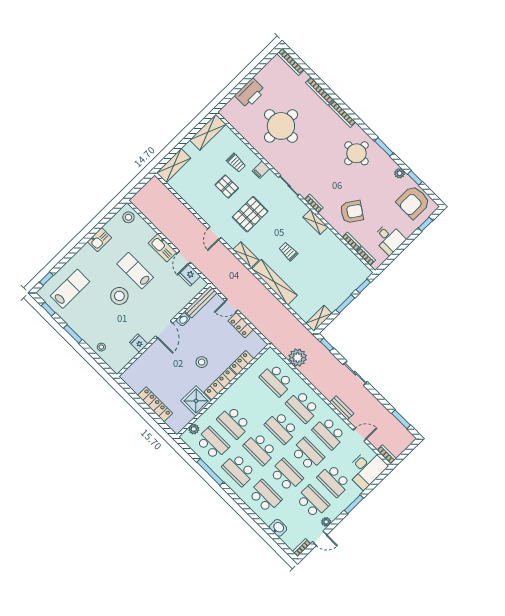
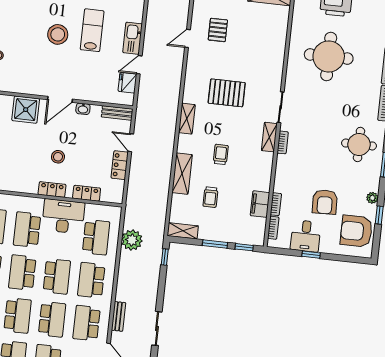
trolley: (236, 163) -> (210, 197), moved
filing cabinet: (261, 170) -> (260, 204), moved, width x2.00
pallet: (227, 186) -> (218, 30), moved
armchair: (352, 212) -> (325, 202), moved, turned 54
shelving: (315, 222) -> (269, 137), moved
window: (425, 224) -> (311, 255), moved
door: (214, 233) -> (188, 38), moved
shelving: (274, 282) -> (182, 174), width x0.68
bench: (201, 302) -> (117, 113), width x0.73
fridge: (139, 343) -> (29, 86), removed
sliding door: (355, 373) -> (157, 328), moved
school desk: (276, 380) -> (96, 237), turned 180
locker: (220, 384) -> (52, 189), width x0.66
desk: (244, 391) -> (63, 216), added
shower: (196, 401) -> (26, 110), moved
school desk: (281, 428) -> (57, 276), turned 180

